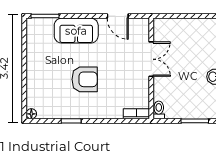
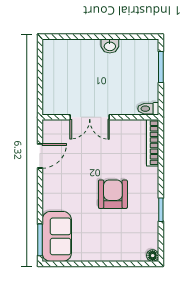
sofa: (76, 31) -> (57, 236), moved
double door: (151, 59) -> (90, 117), swing flipped
bookcase: (136, 114) -> (153, 143), width x1.56

